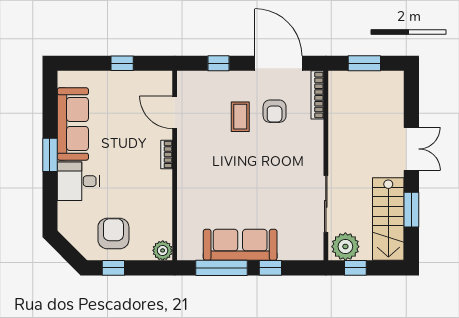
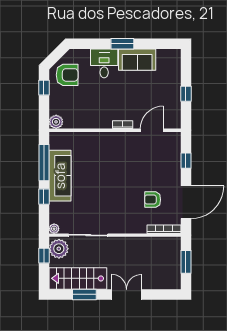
coffee table: (240, 117) -> (149, 176), removed
sofa: (73, 124) -> (137, 60), width x0.73
double door: (411, 149) -> (127, 294), swing flipped
armchair: (113, 233) -> (67, 75), moved
plant: (317, 253) -> (54, 229), added

